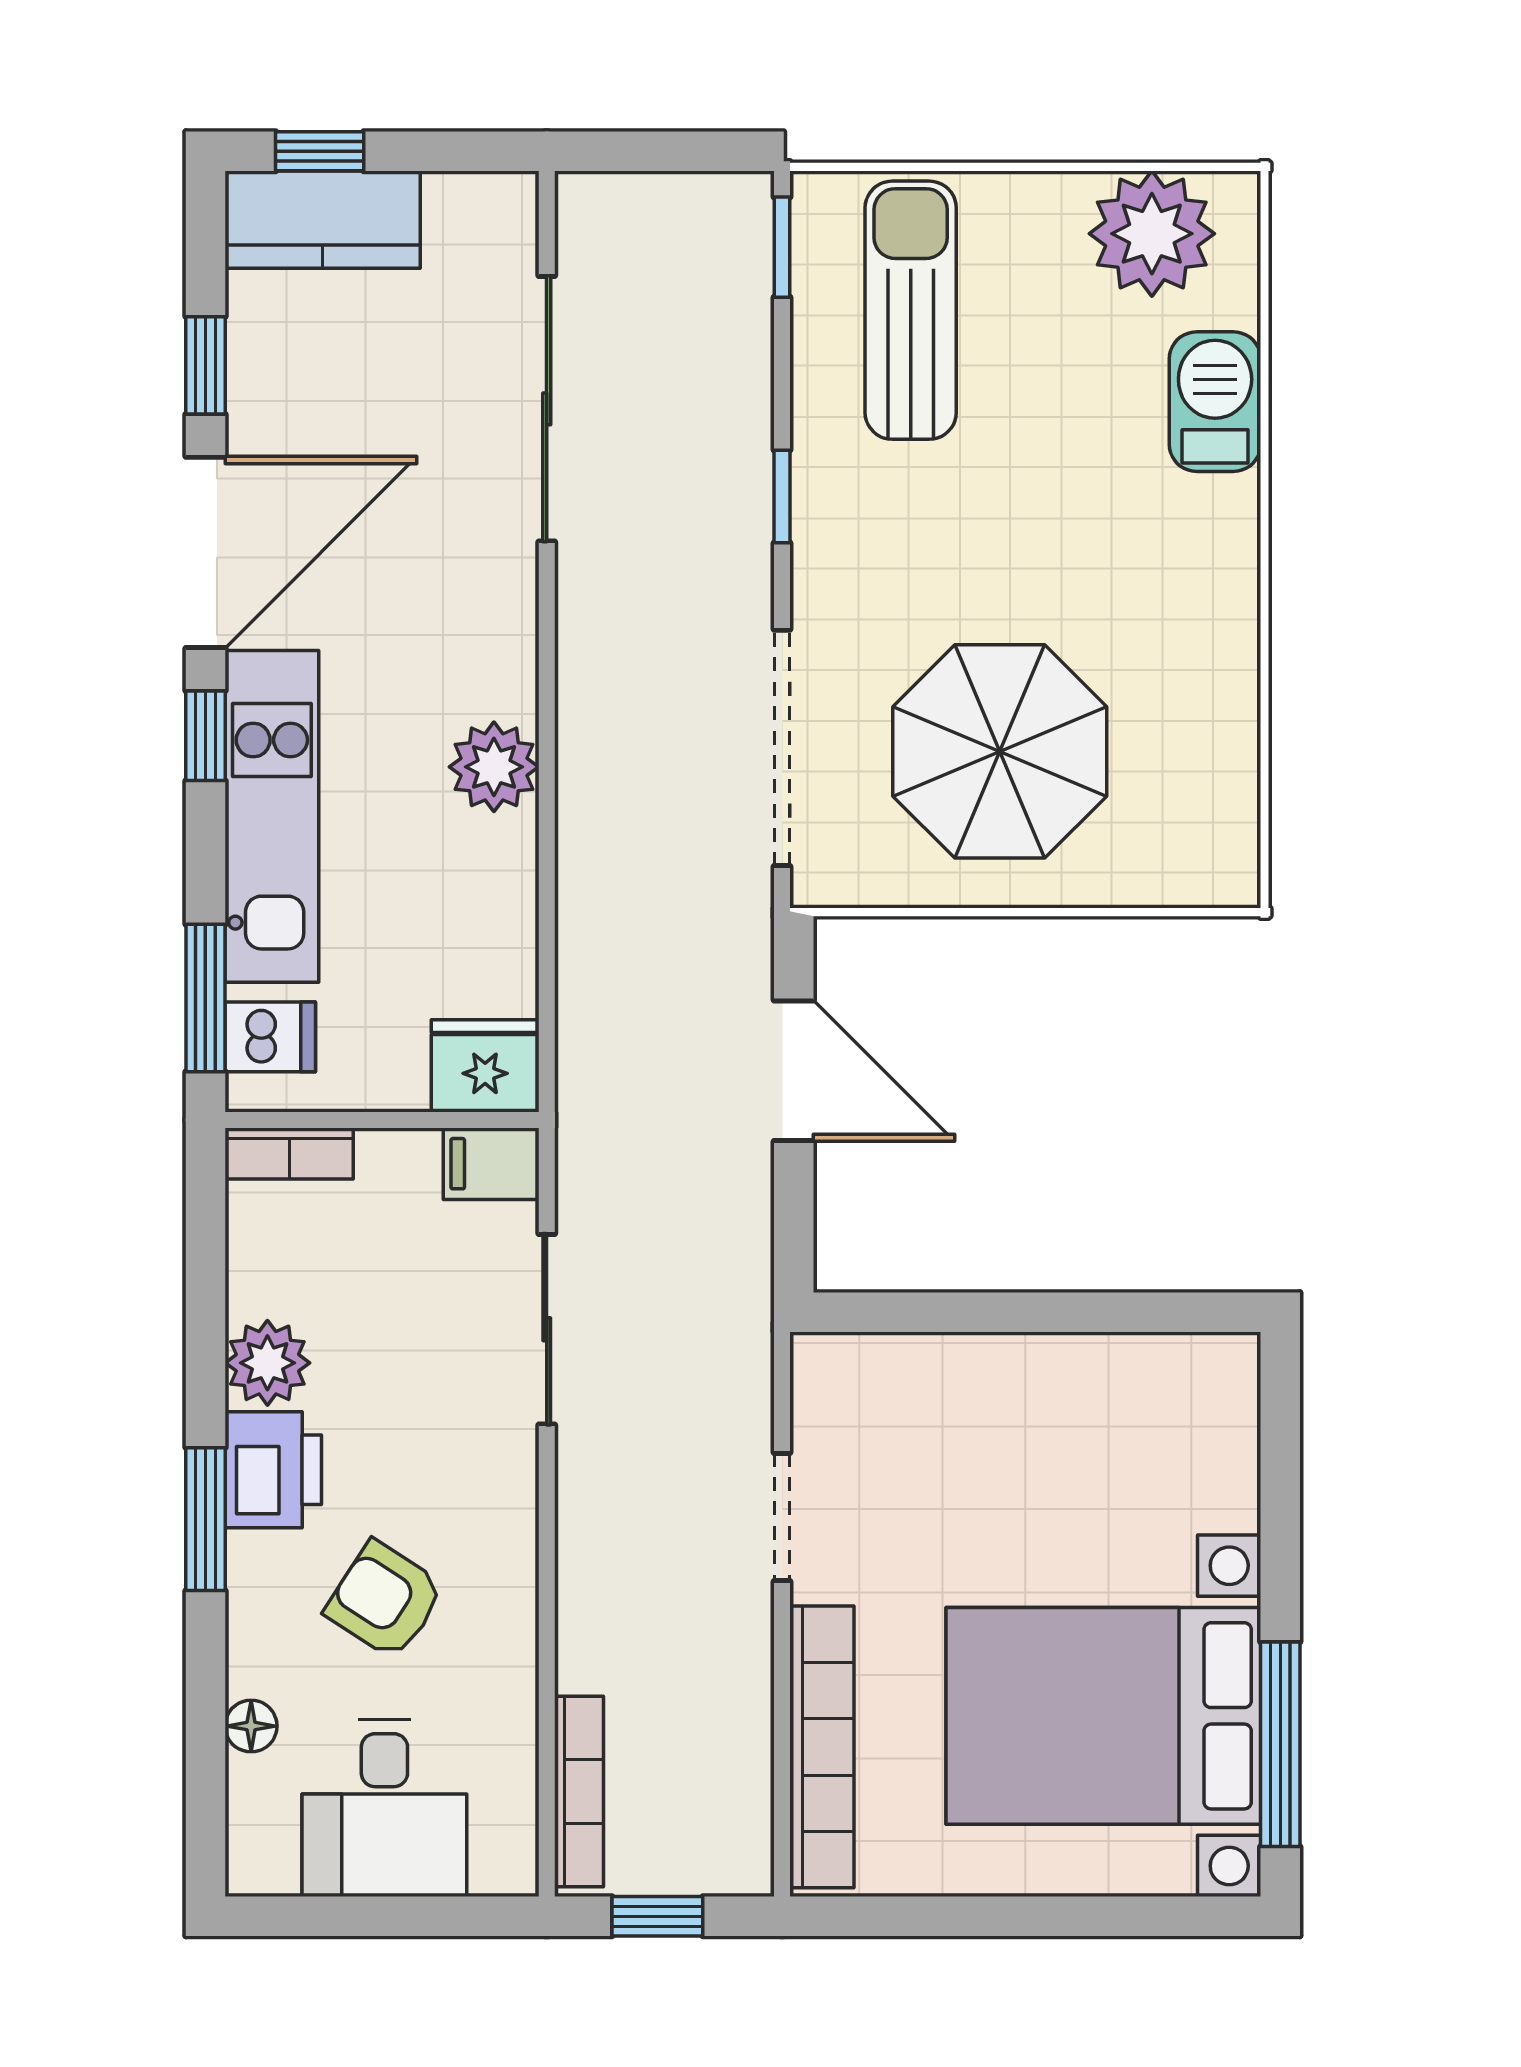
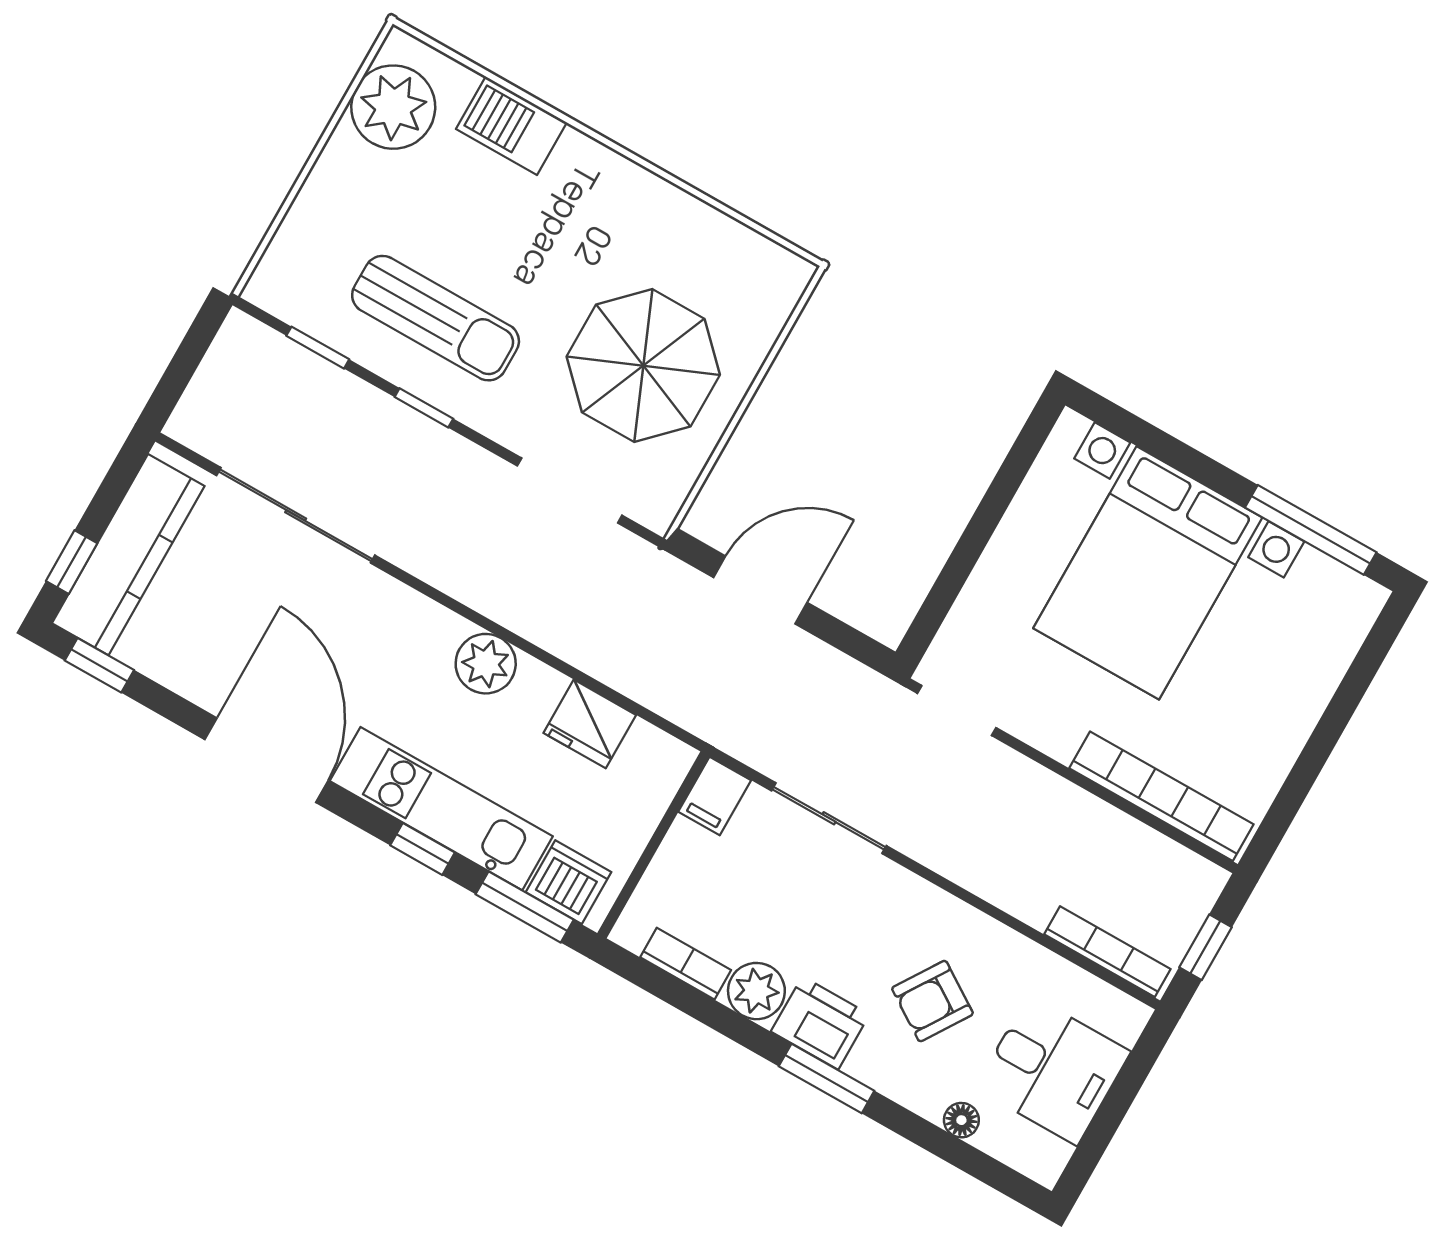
kitchen counter: (323, 220) -> (128, 555), width x1.50
window: (782, 247) -> (318, 348), moved
sun lounger: (911, 310) -> (436, 318), moved, turned 180
window: (205, 365) -> (99, 665), moved
window: (205, 736) -> (423, 849), moved
doorway: (782, 748) -> (570, 491), width x0.73
dishwasher: (270, 1037) -> (569, 882), width x1.38
fridge: (485, 1066) -> (590, 724), moved, turned -90
bookcase: (289, 1154) -> (686, 964), moved, turned -90
doorway: (782, 1517) -> (957, 711), moved
bed with nightstands: (1103, 1716) -> (1148, 573), moved

